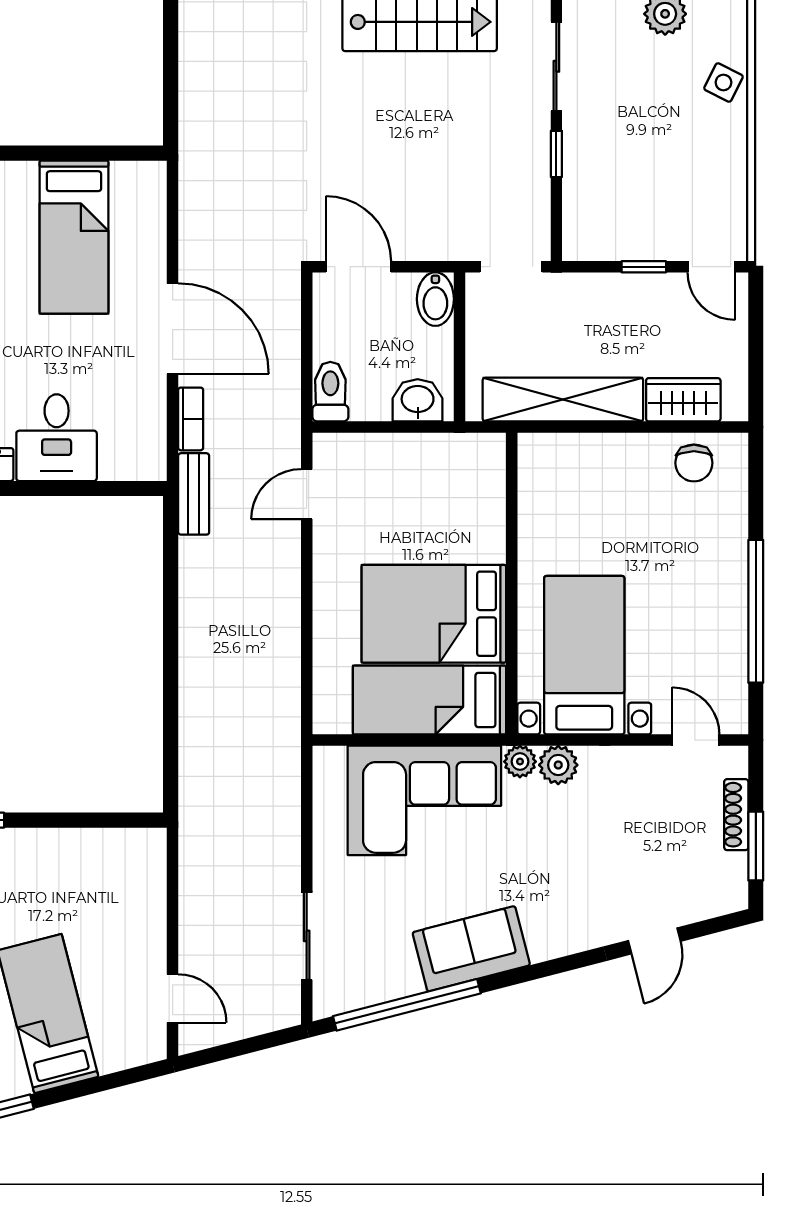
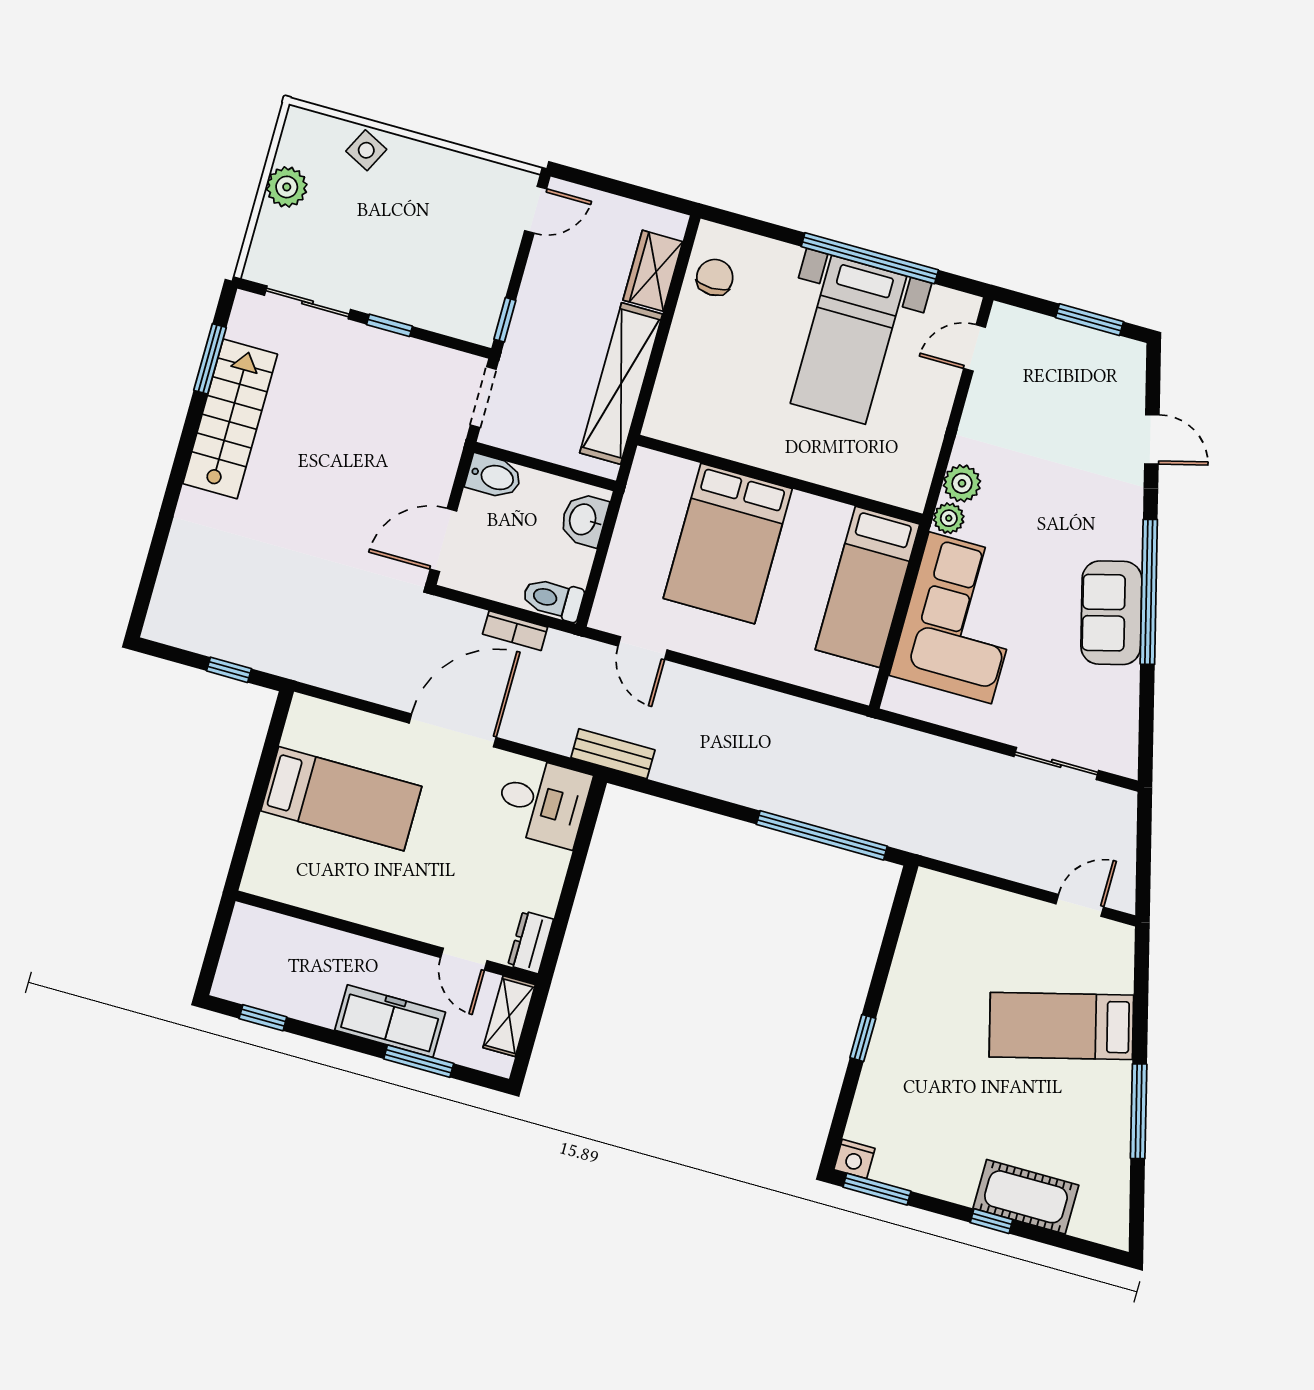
window: (171, 90) -> (229, 670), added
window: (644, 267) -> (505, 320), moved
bookcase: (191, 419) -> (515, 631), moved, turned 180
desk: (57, 438) -> (543, 802), moved
chair: (694, 463) -> (715, 277), turned -90
bed: (434, 614) -> (728, 543), moved
bed with nightstands: (584, 655) -> (849, 340), moved, turned -90
window: (171, 723) -> (822, 835), added
shoe rack: (736, 815) -> (1055, 330), removed
window: (407, 1005) -> (1149, 592), moved

